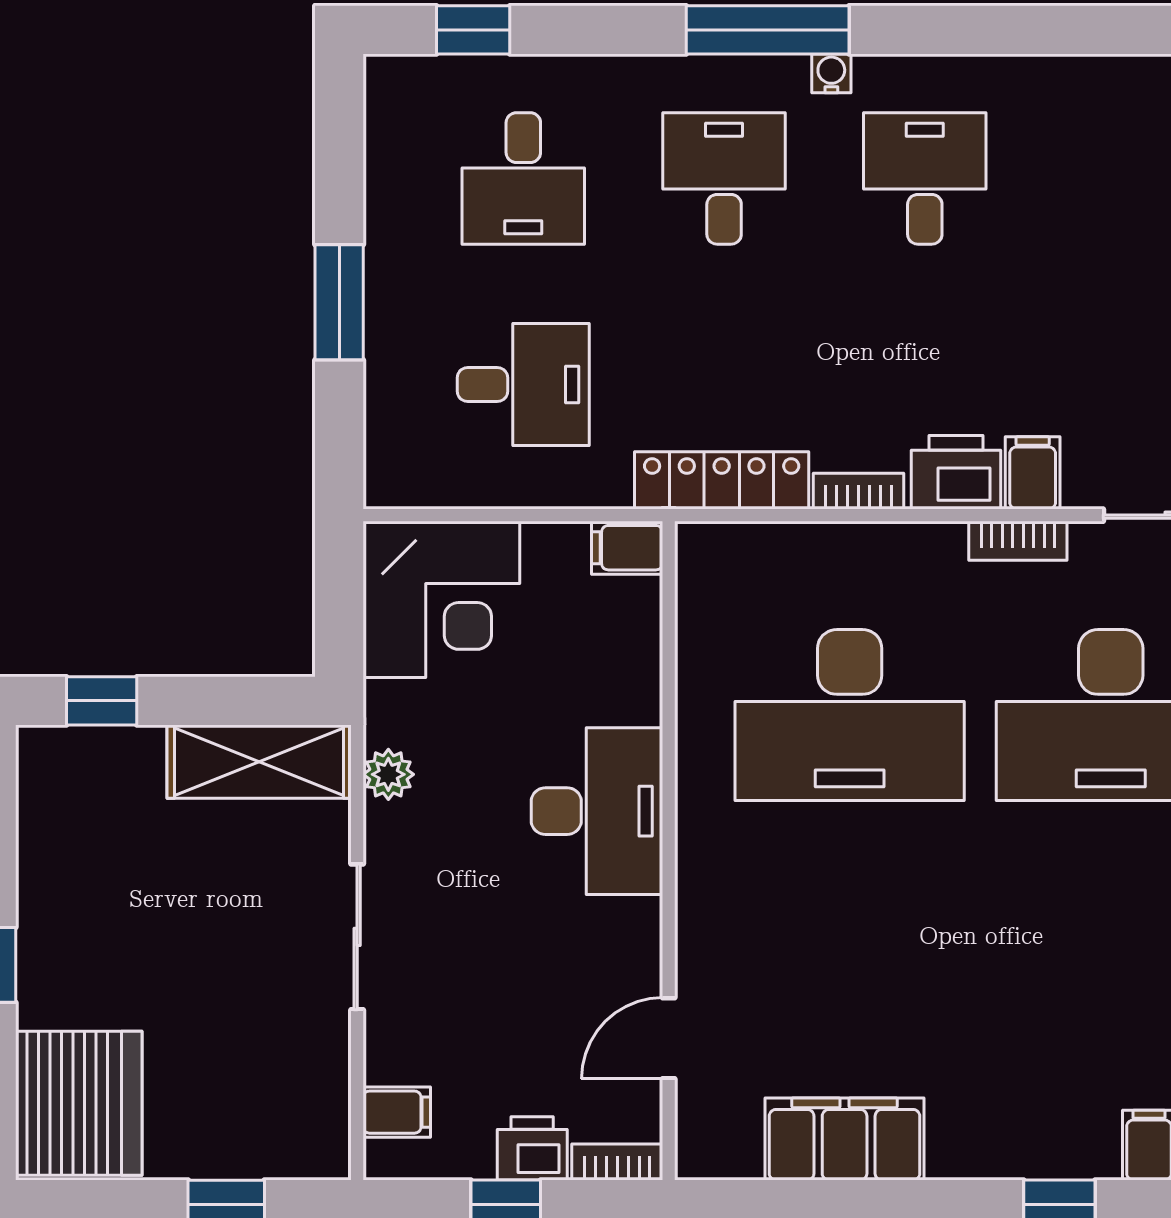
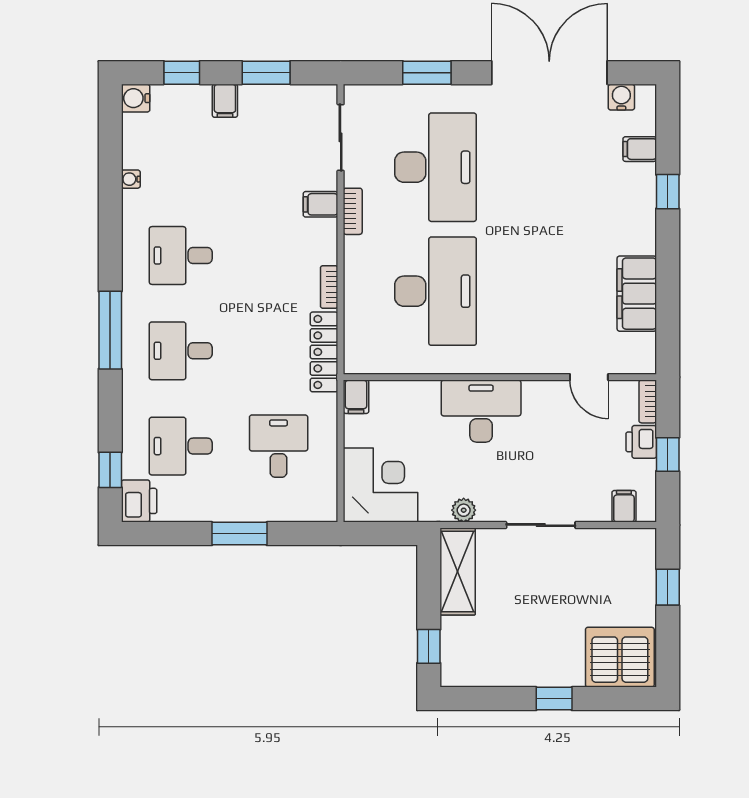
water cooler: (831, 73) -> (131, 179), moved
desk: (523, 178) -> (181, 446), turned 180
printer: (956, 472) -> (139, 501), moved, turned 180

